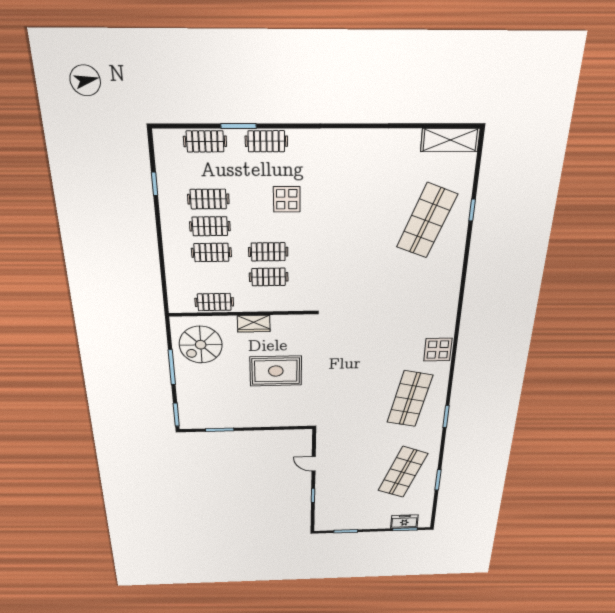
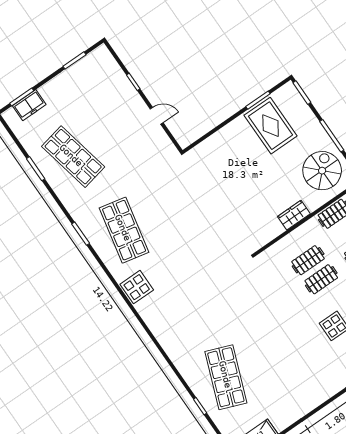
rug: (276, 371) -> (271, 126), moved, turned 90
shop shelf: (403, 472) -> (73, 157), turned -33

